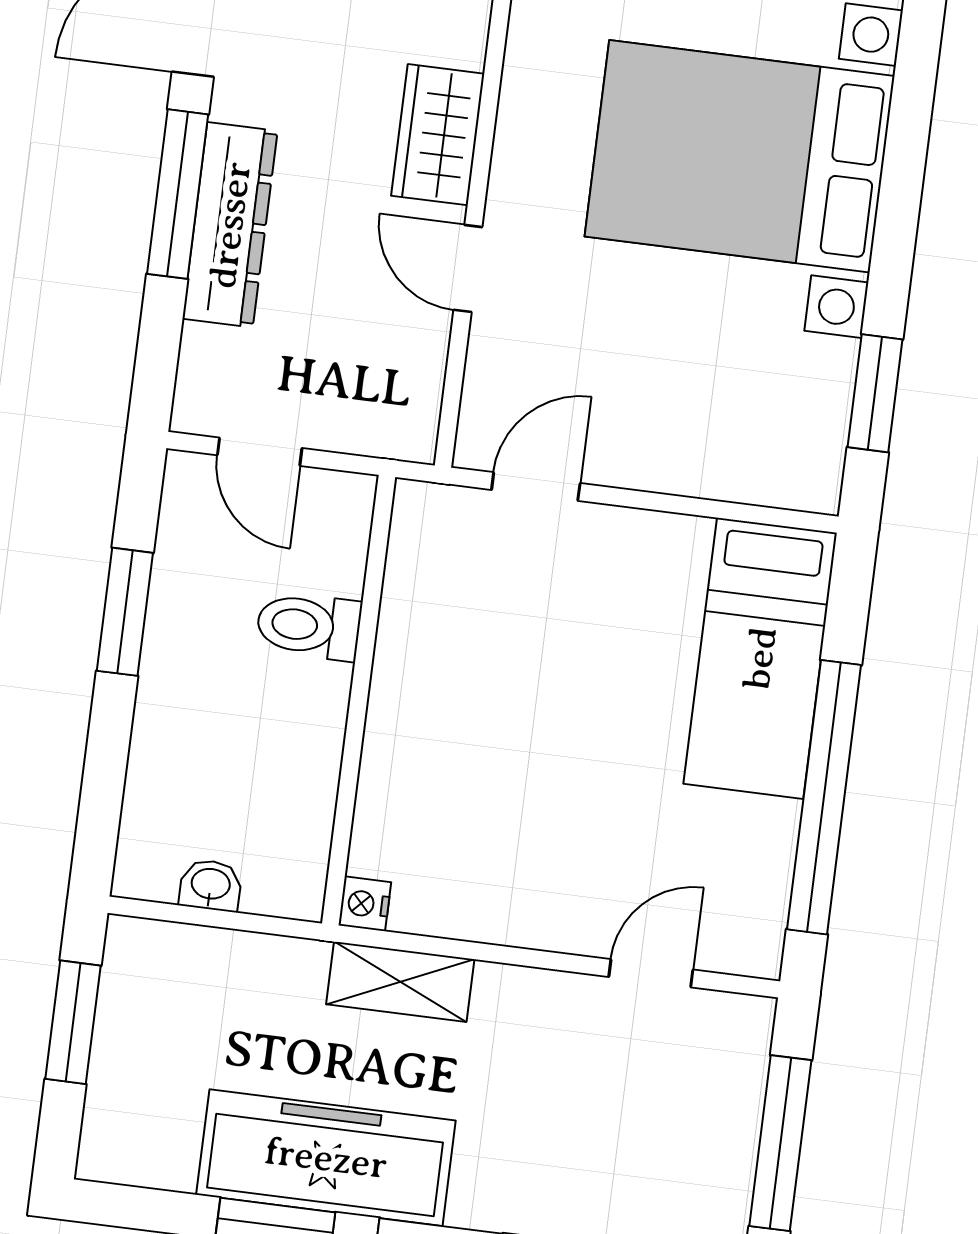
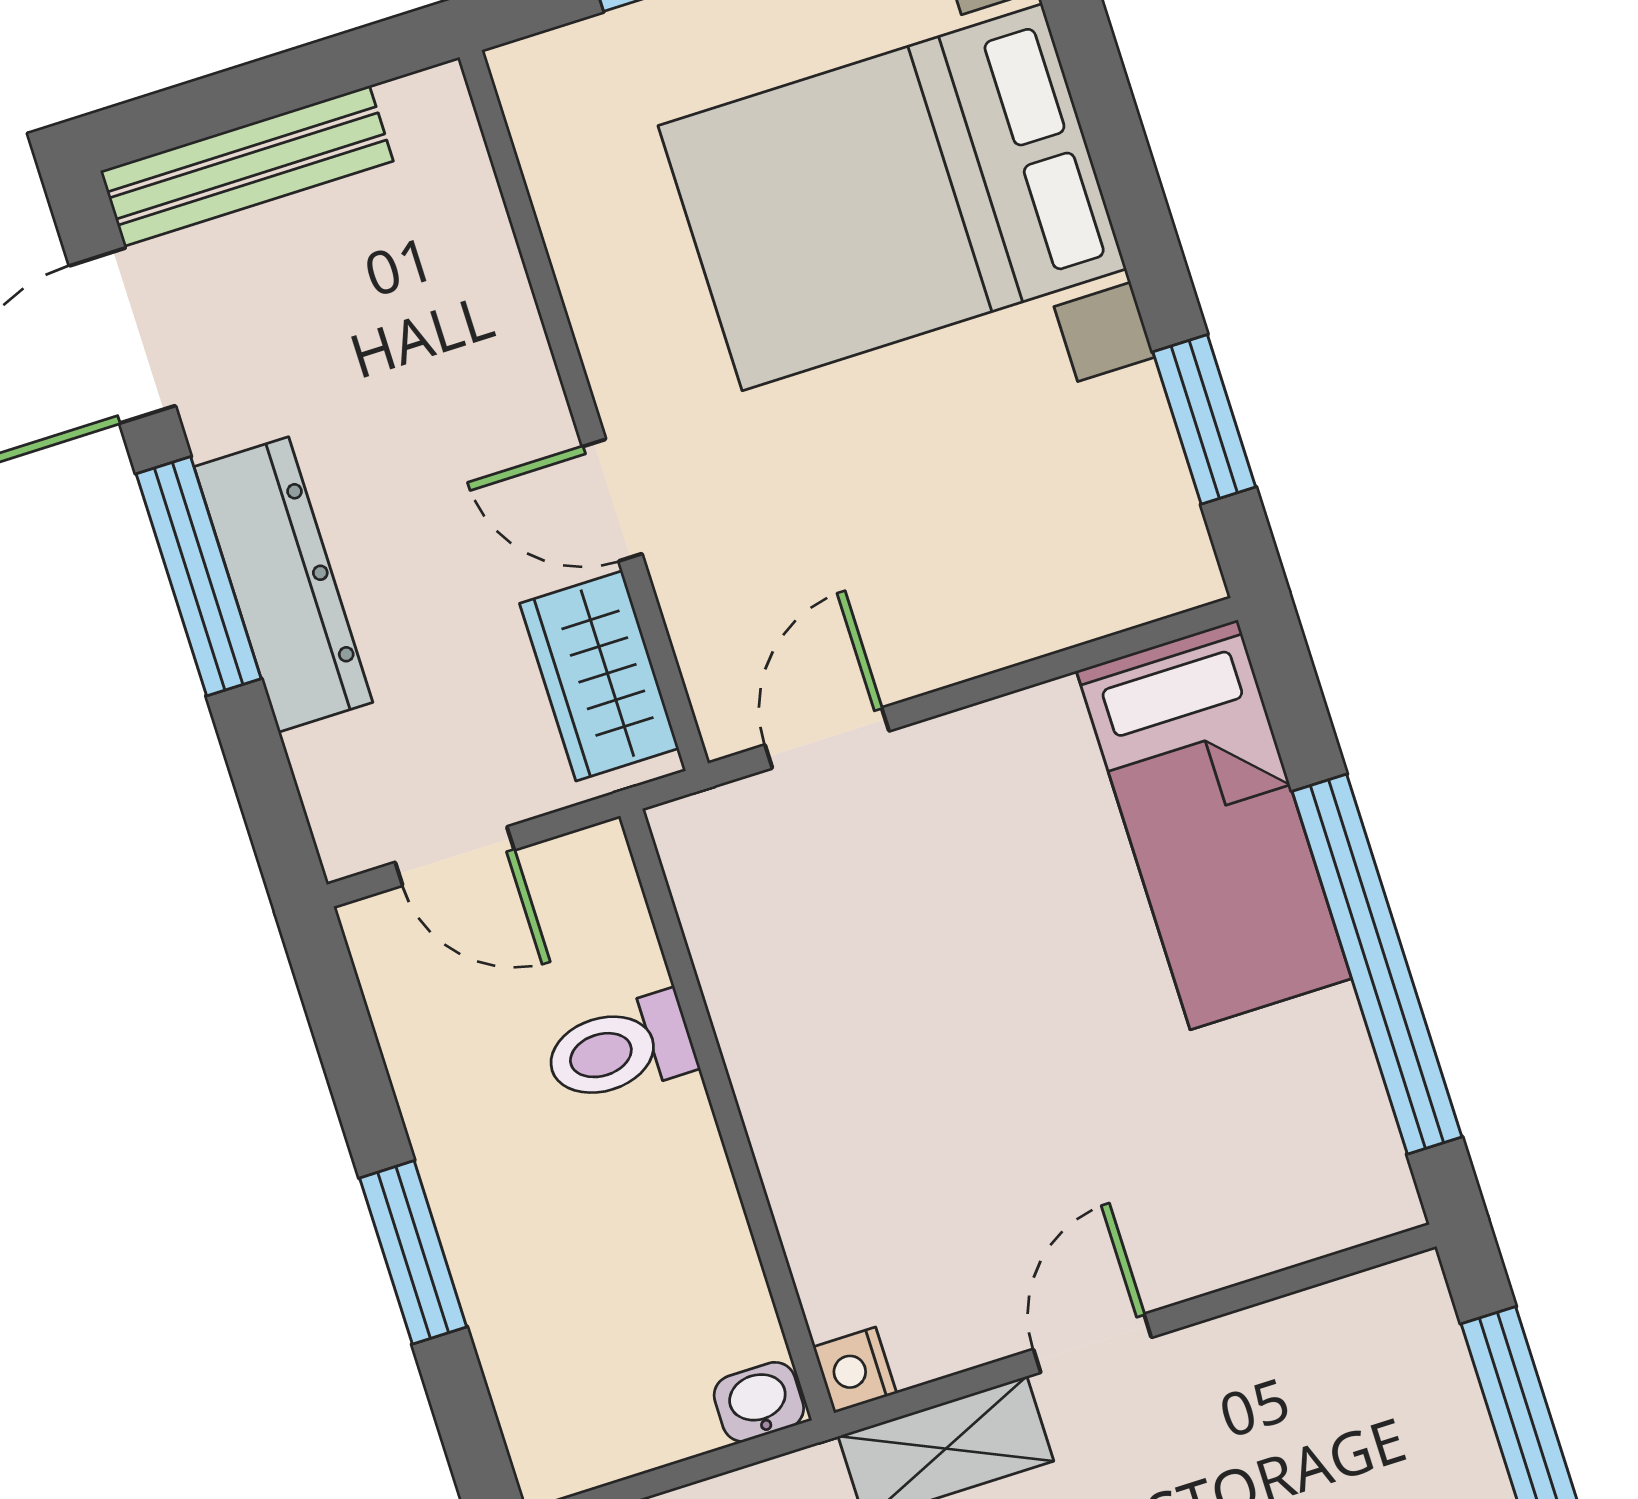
wardrobe: (438, 135) -> (599, 676), moved
window: (125, 612) -> (413, 1252), moved
washbasin: (211, 885) -> (759, 1402), moved
door: (651, 973) -> (1092, 1343), moved

